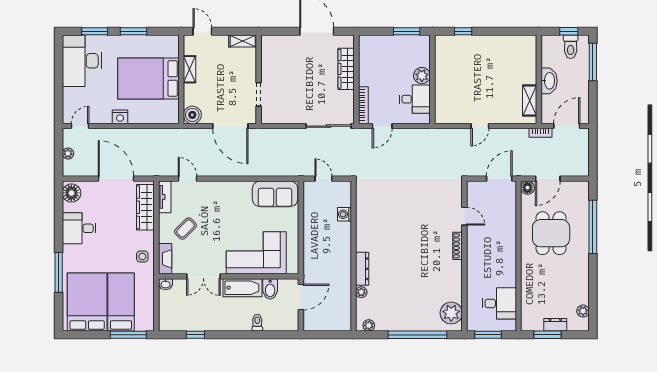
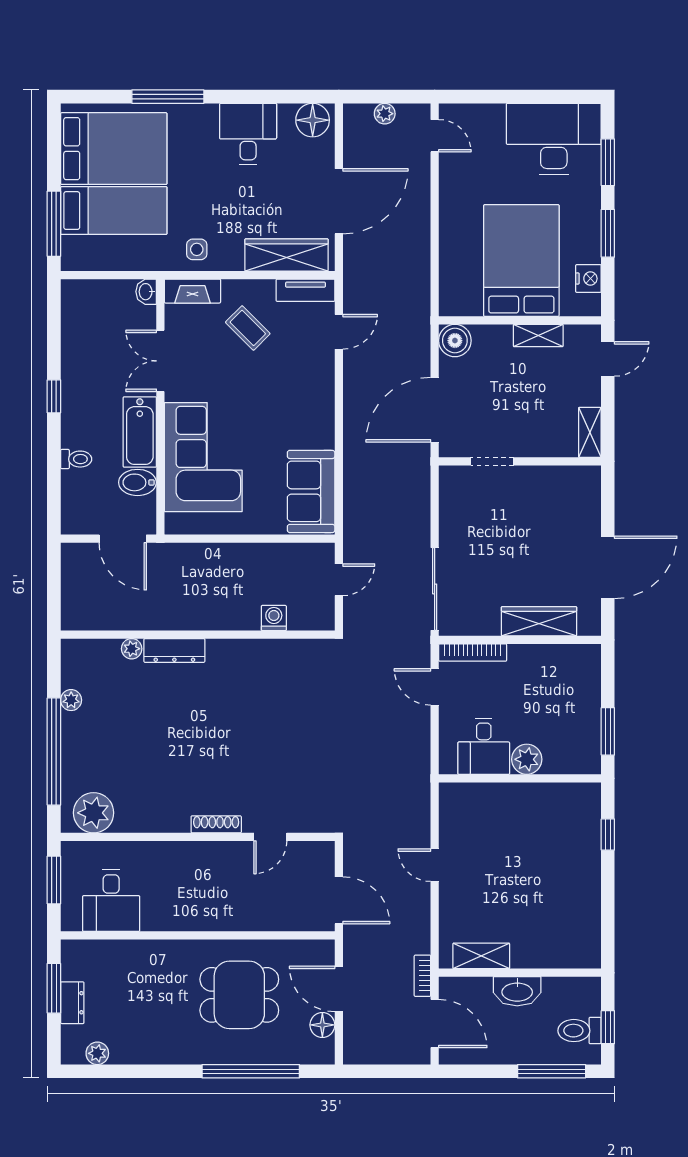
nightstand: (120, 117) -> (588, 279), moved, turned 180
floor lamp: (527, 188) -> (322, 1025), moved
plant: (369, 325) -> (71, 700), moved
window: (195, 335) -> (54, 396), moved

